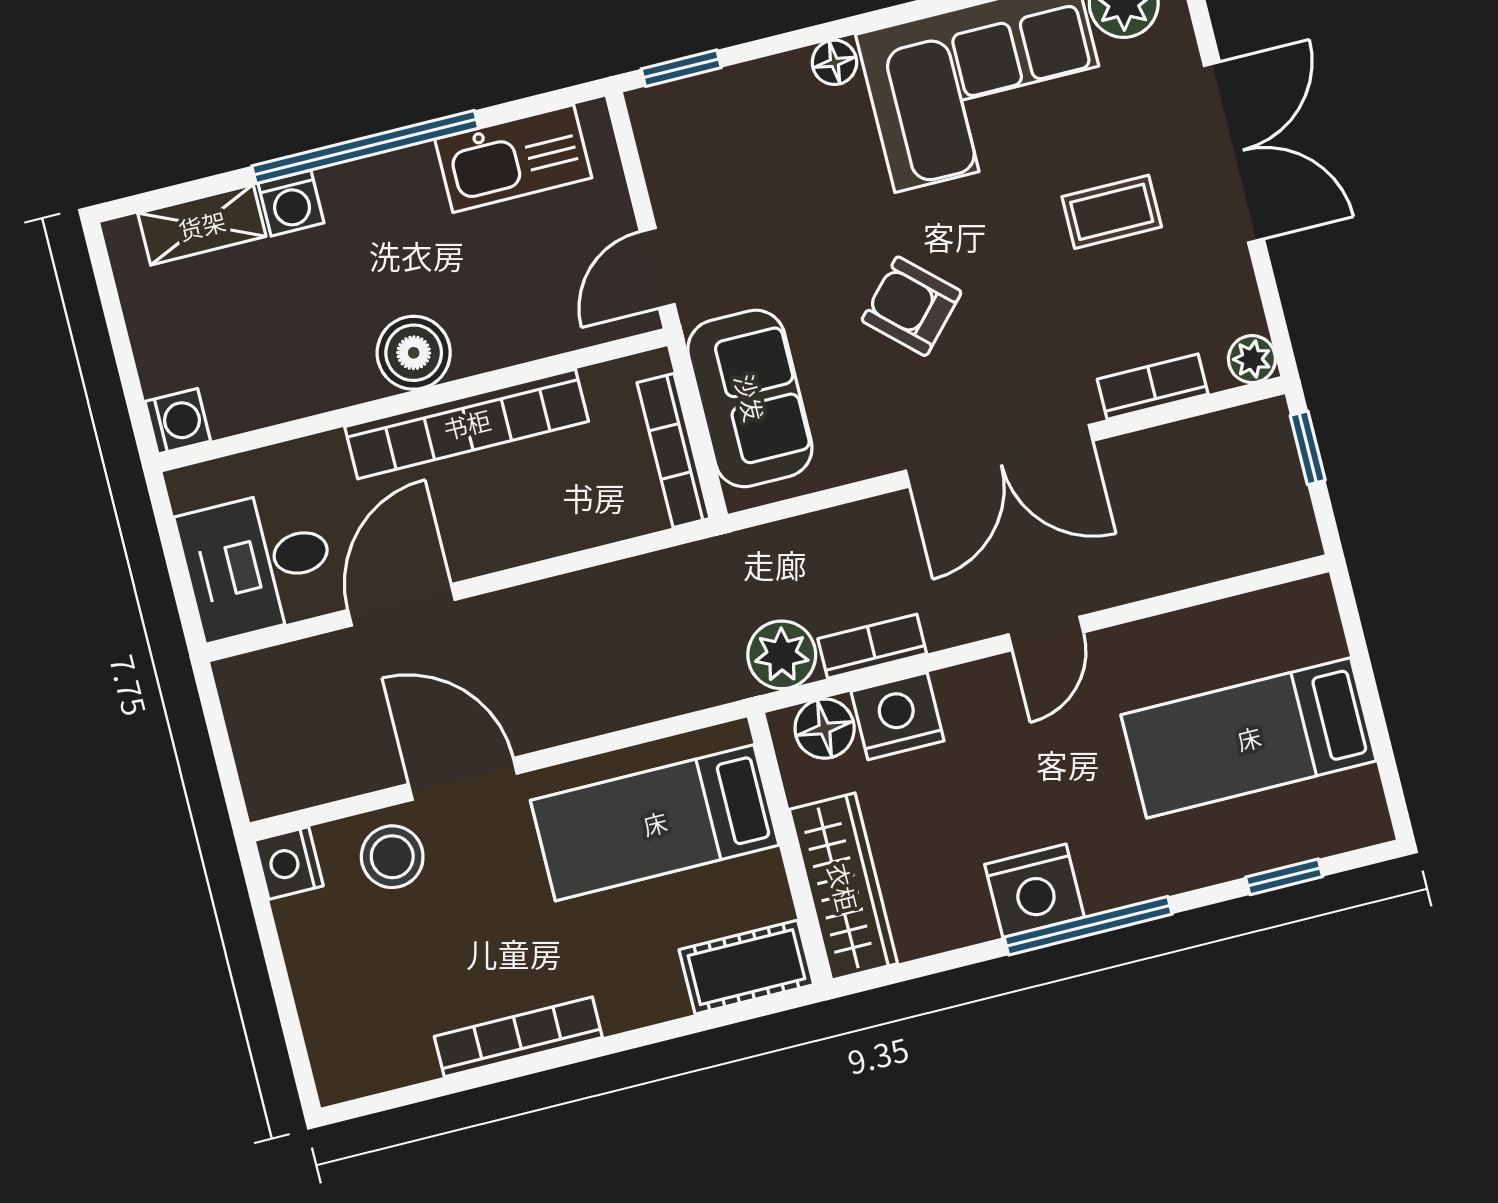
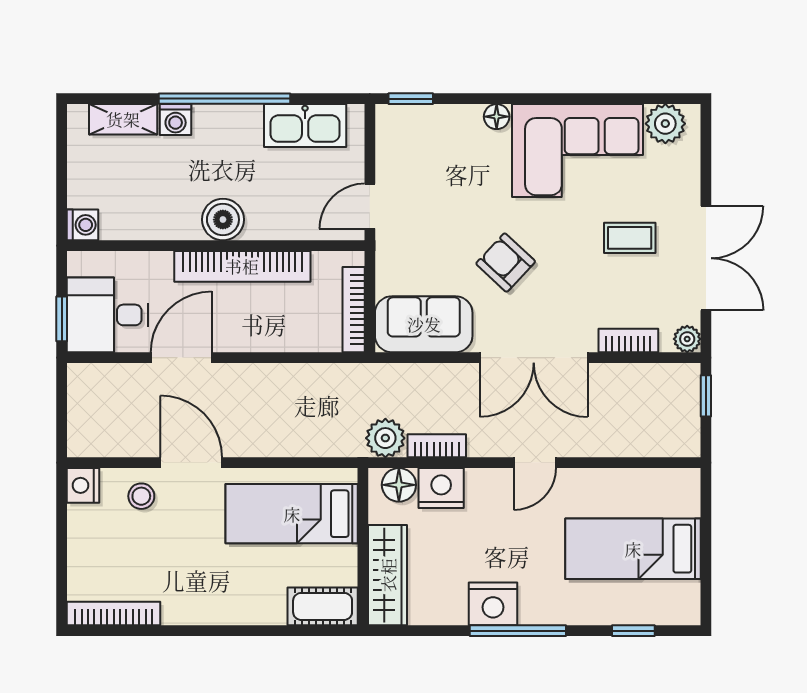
double door: (1234, 152) -> (706, 258), moved
sofa: (750, 398) -> (424, 324), moved, turned -90
window: (182, 589) -> (62, 319), added
stool: (392, 857) -> (141, 496), width x0.73, depth x0.73
bookcase: (518, 1037) -> (114, 614), moved

